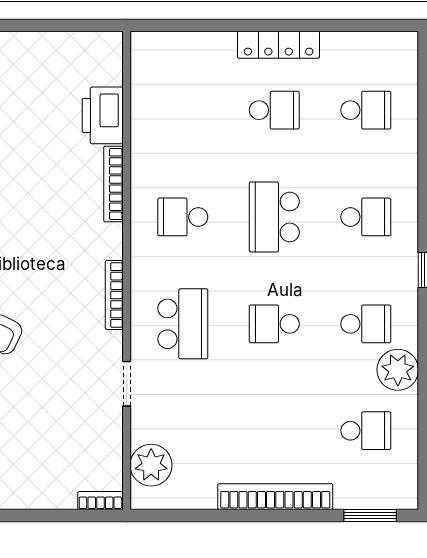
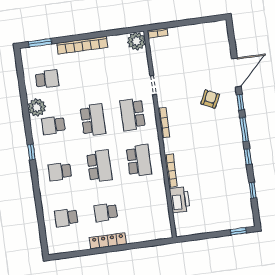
school desk: (183, 217) -> (139, 161), width x1.85
school desk: (274, 324) -> (93, 120), width x1.85
school desk: (366, 431) -> (47, 79), turned 180
plant: (151, 465) -> (136, 41), moved

